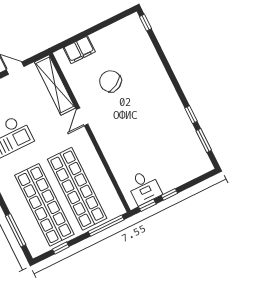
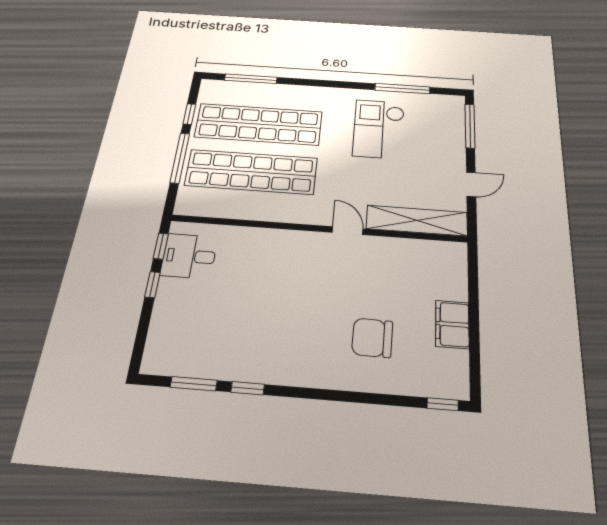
filing cabinet: (79, 50) -> (452, 324), moved
chair: (110, 81) -> (372, 338), moved, turned -149
window: (106, 226) -> (180, 158), moved

